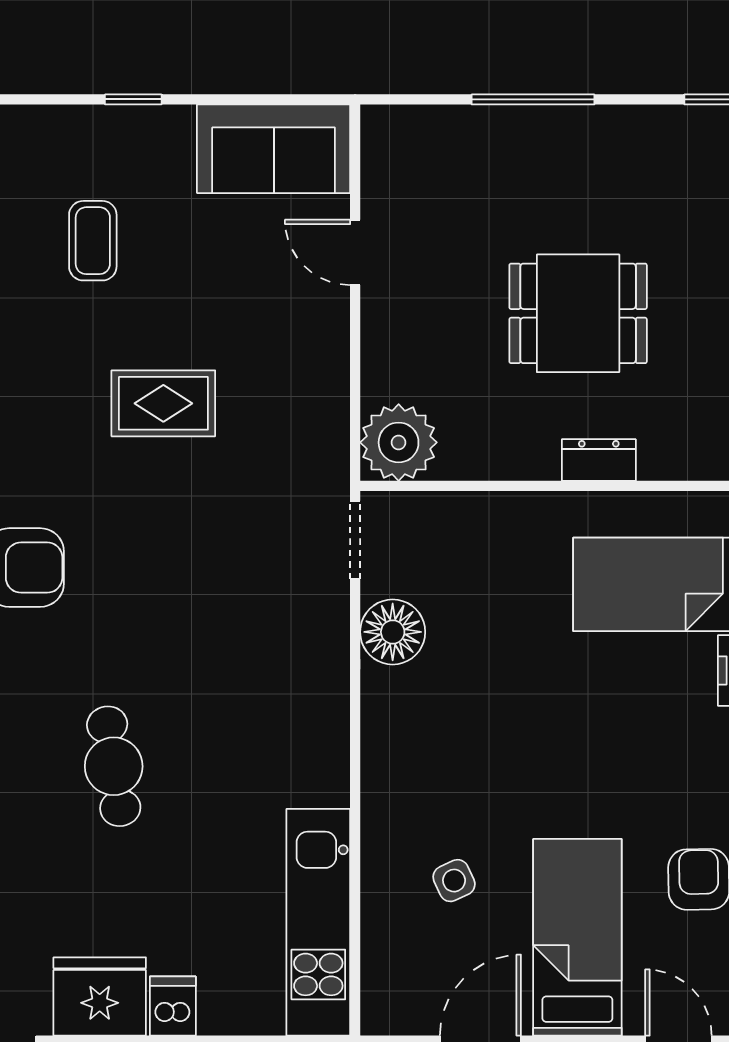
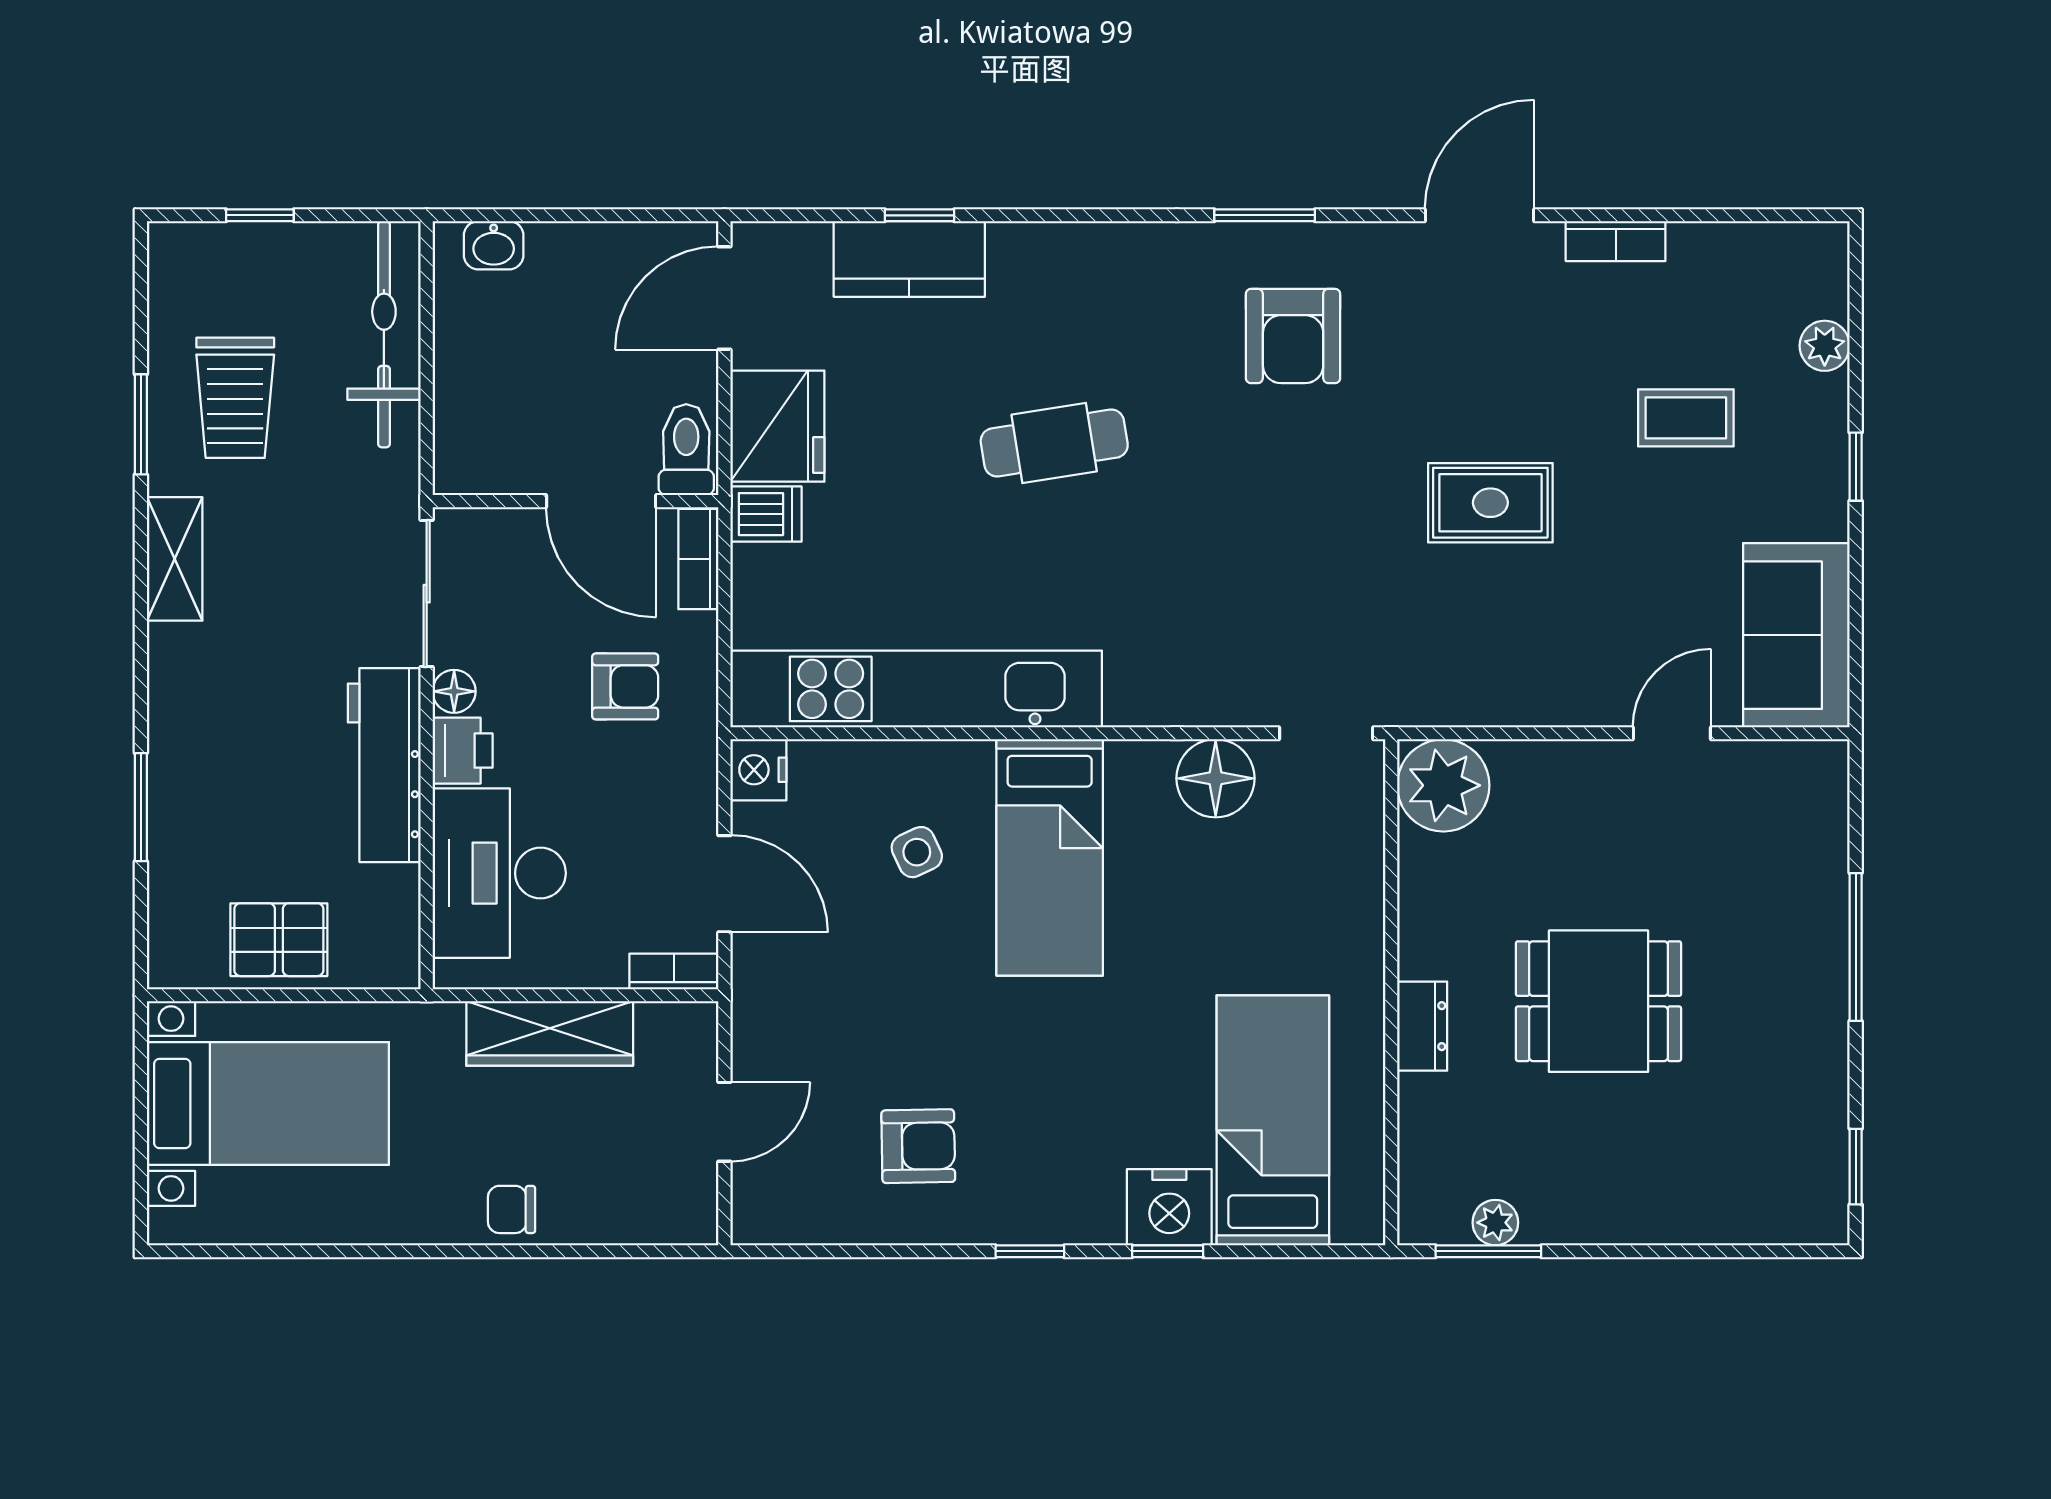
plant: (33, 125) -> (1825, 346), added
dining table: (578, 313) -> (1599, 1001), turned 90
rug: (163, 403) -> (1490, 503), turned 90
kitchen unit: (318, 922) -> (916, 689), width x1.36
bed: (577, 937) -> (1050, 857), moved, turned 90
nightstand: (386, 1012) -> (758, 770), added

